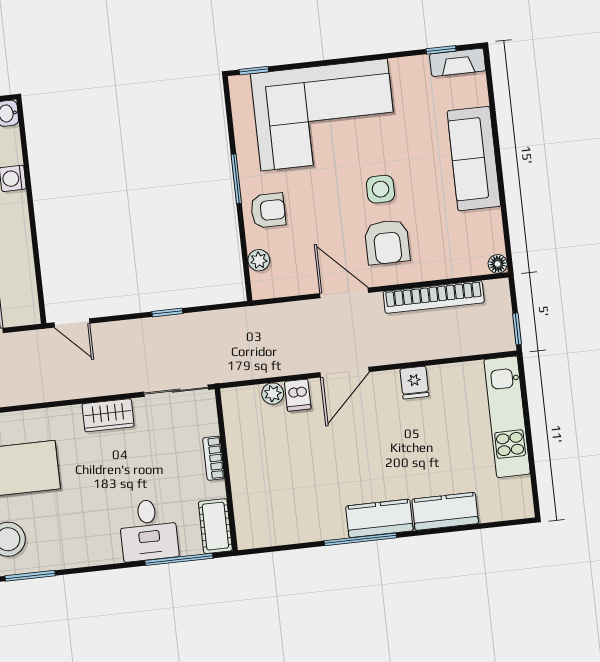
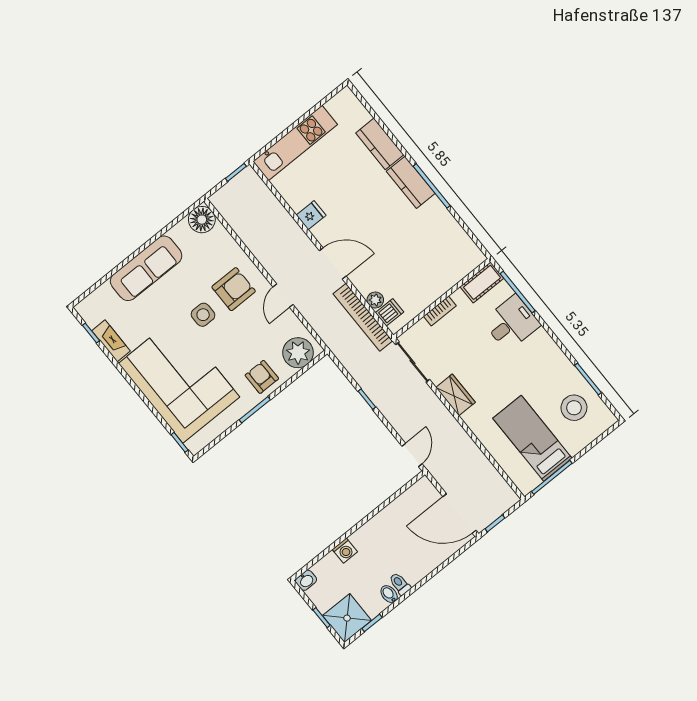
fireplace: (458, 62) -> (111, 341), moved
plant: (259, 260) -> (298, 353), width x1.88, depth x1.88
floor lamp: (498, 264) -> (202, 220), width x1.89, depth x1.89
door: (344, 293) -> (283, 296), width x0.73
bookcase: (434, 297) -> (363, 317), moved, turned 180
dishwasher: (298, 395) -> (389, 312), moved

